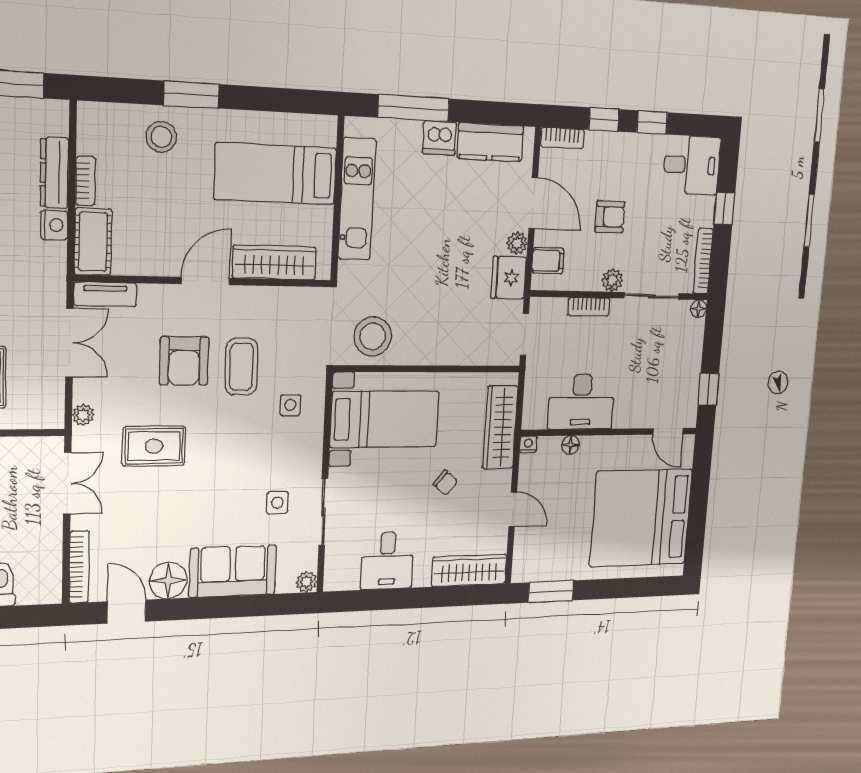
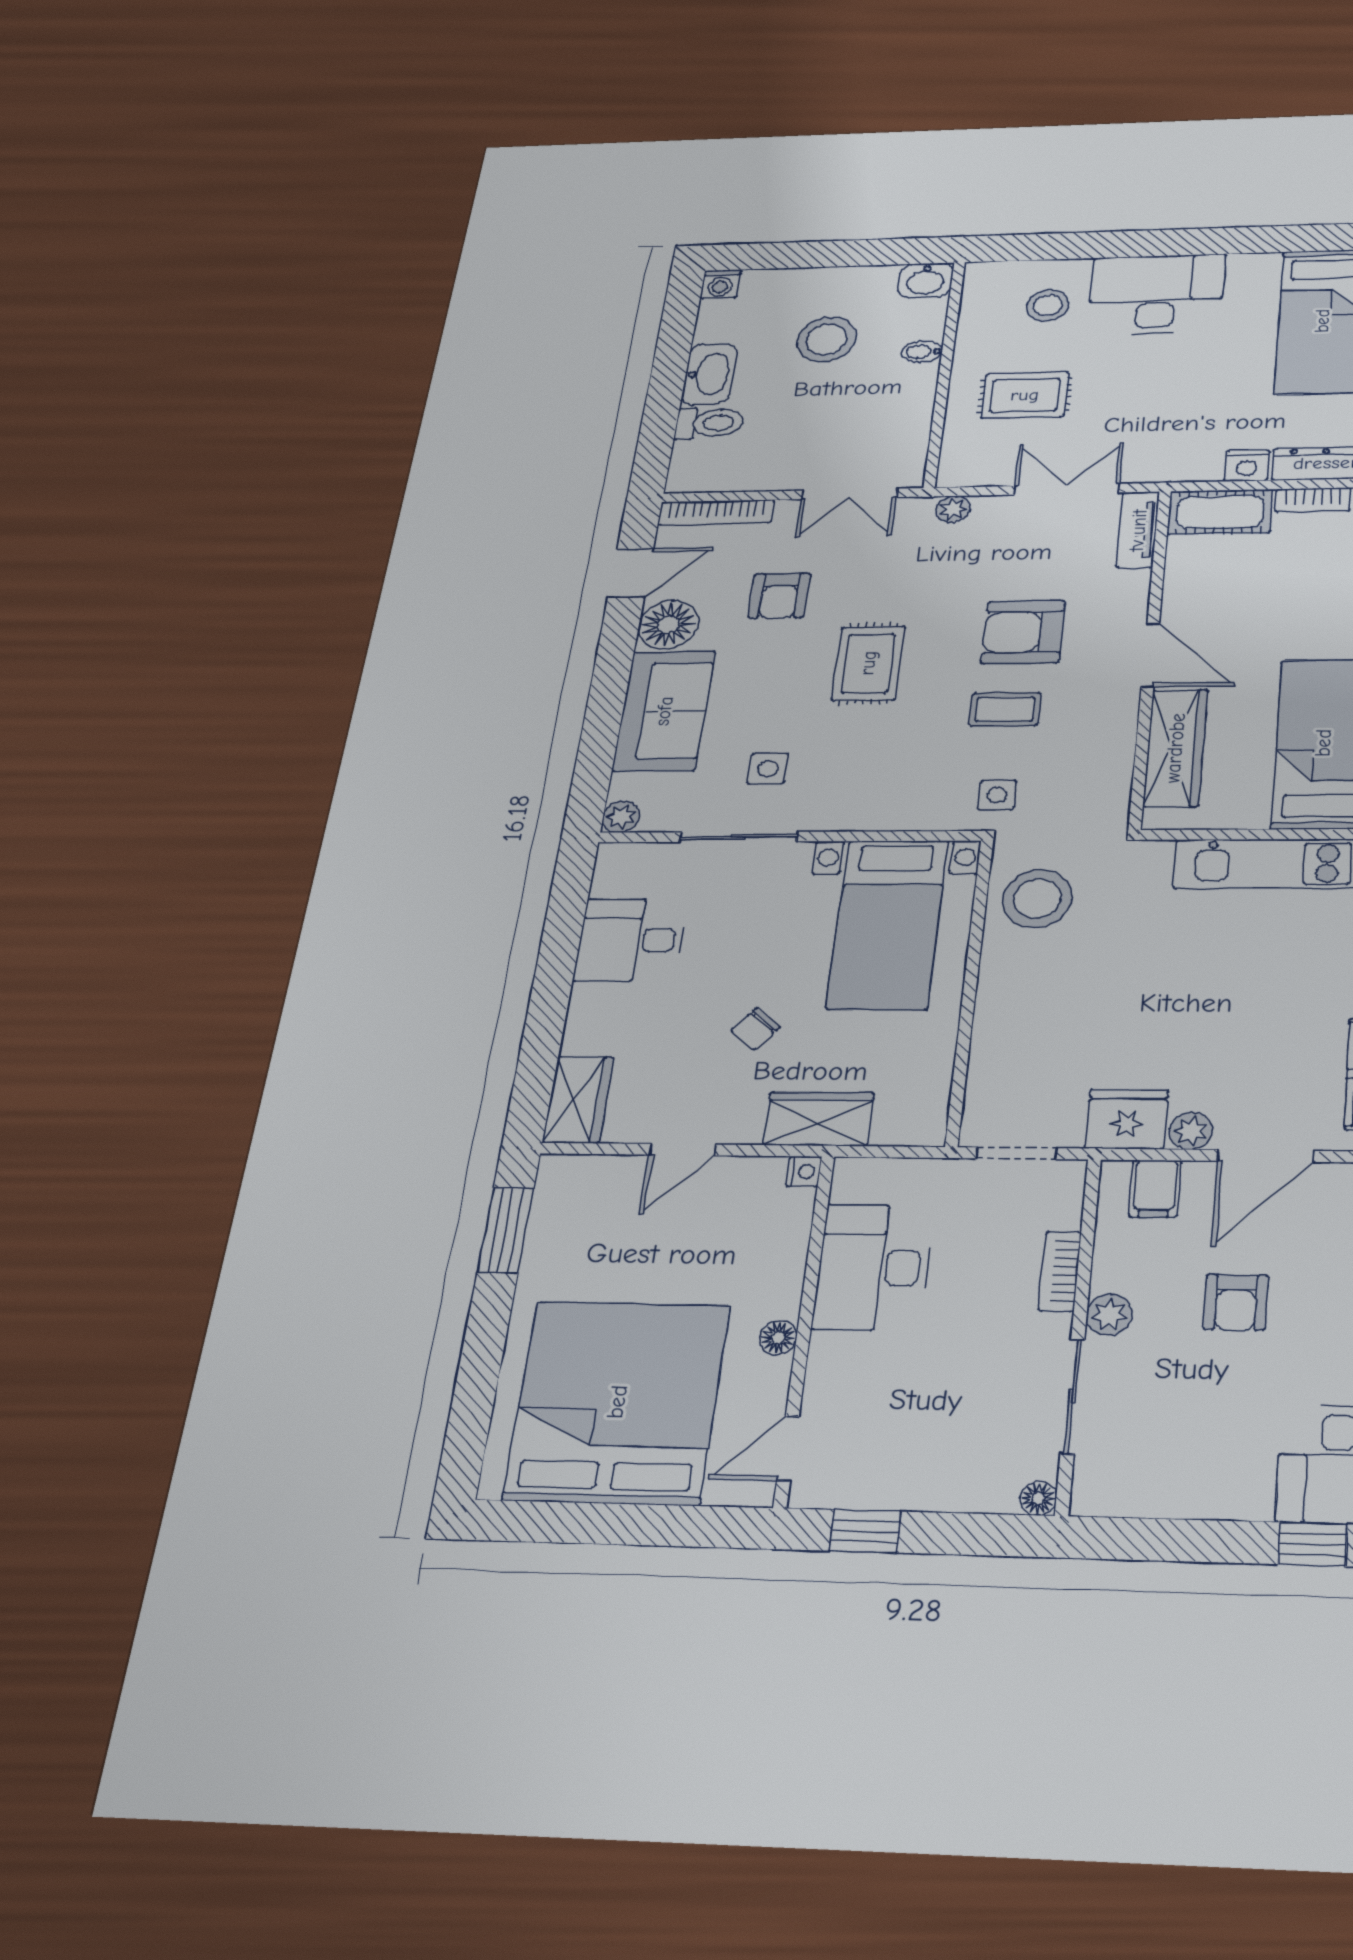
window: (724, 208) -> (1313, 1544), moved
bookcase: (703, 261) -> (1138, 1502), removed
double door: (69, 343) -> (1067, 489), swing flipped
coffee table: (241, 367) -> (1005, 709), width x0.73, depth x0.77
side table: (290, 405) -> (997, 795), moved
wardrobe: (500, 427) -> (819, 1119), width x0.67
floor lamp: (571, 445) -> (778, 1338), moved
rug: (154, 446) -> (868, 663), moved
armchair: (149, 516) -> (779, 596), added
wardrobe: (469, 570) -> (578, 1100), width x0.67

